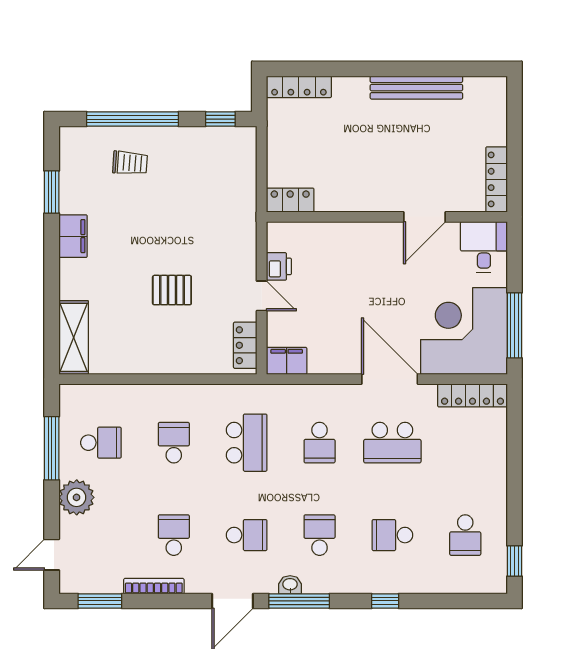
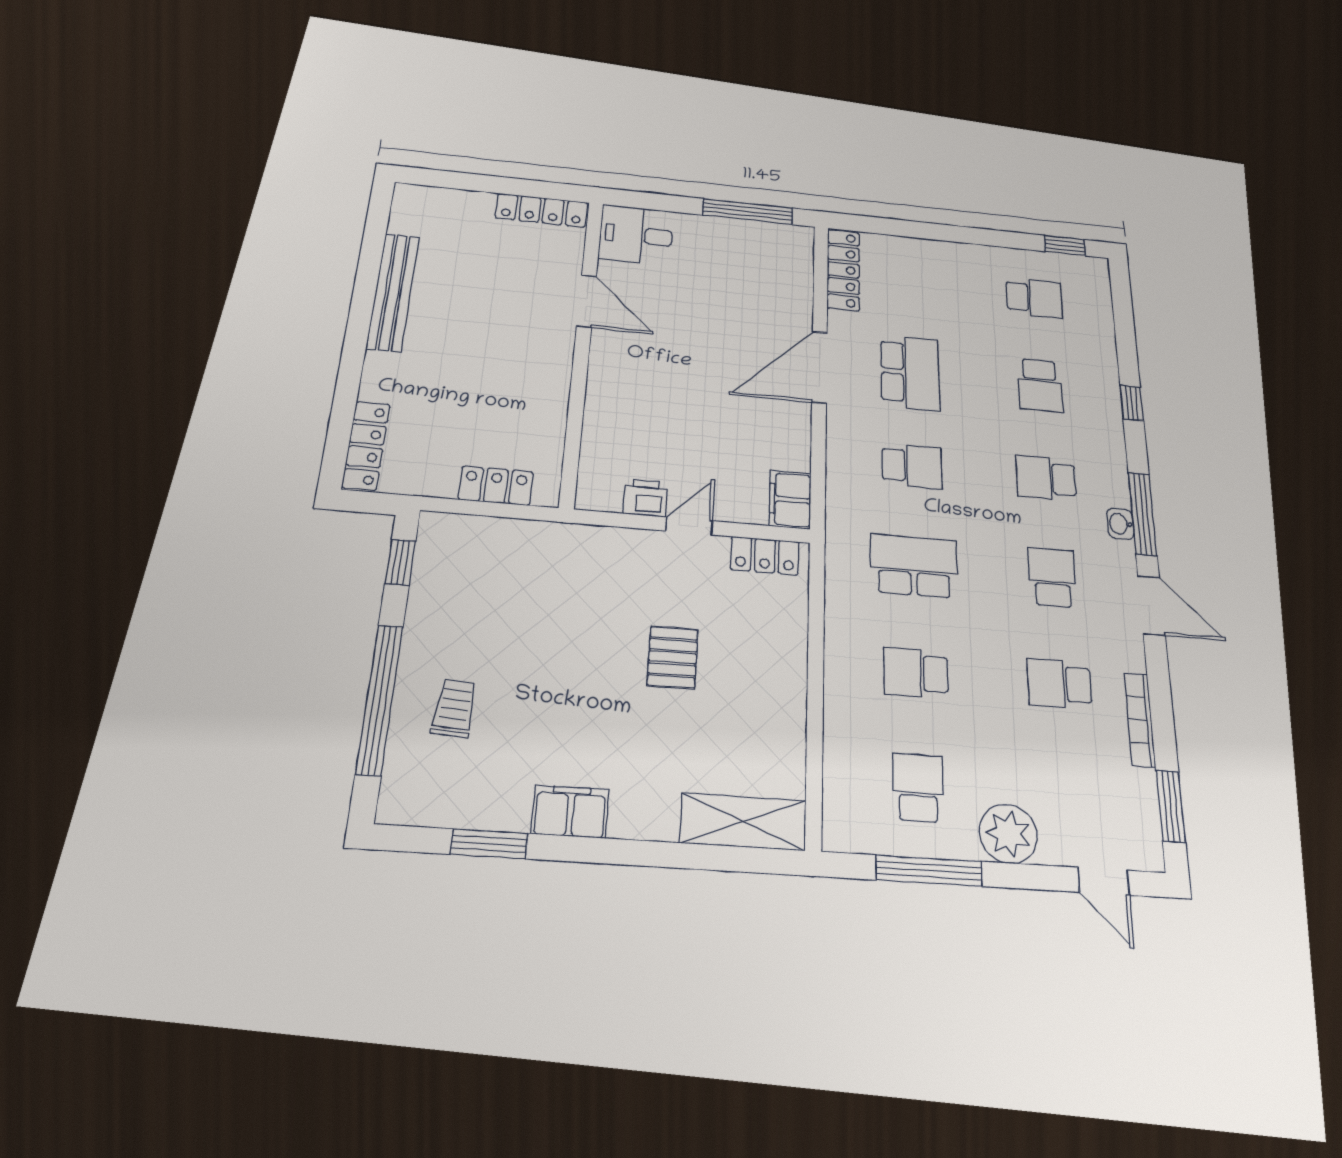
locker: (290, 200) -> (496, 486), moved, turned 90
corner desk: (464, 331) -> (753, 270), removed

